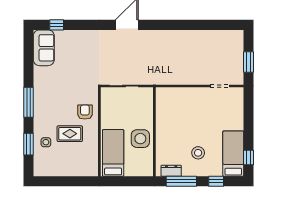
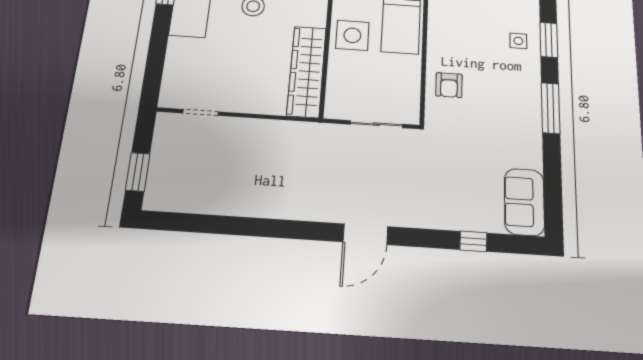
window: (57, 25) -> (473, 241), moved
window: (248, 62) -> (138, 172), moved
wardrobe: (164, 114) -> (307, 71), added
rug: (70, 134) -> (476, 52), removed

